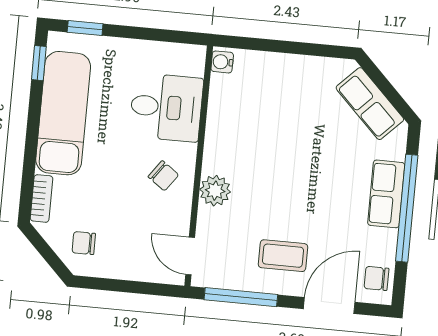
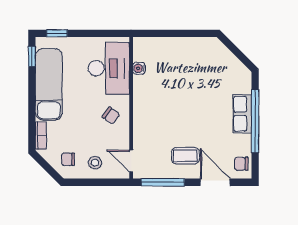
water cooler: (222, 62) -> (139, 68), moved
row of seats: (370, 104) -> (228, 62), removed
desk: (166, 107) -> (109, 68), width x1.37
plant: (215, 191) -> (142, 121), removed
stool: (129, 253) -> (95, 163), added
door: (329, 305) -> (215, 182), hinge flipped

